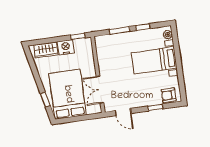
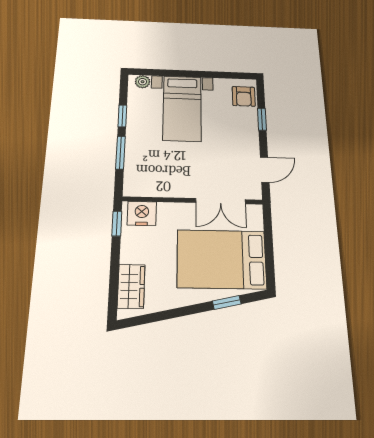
nightstand: (66, 47) -> (142, 213), moved, turned 90

